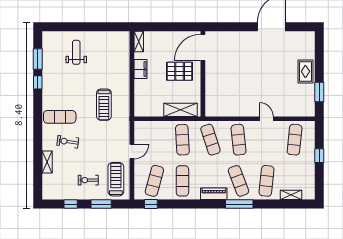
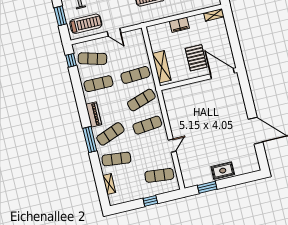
filing cabinet: (141, 69) -> (179, 25), moved

